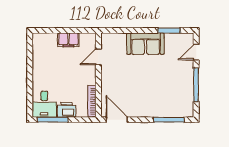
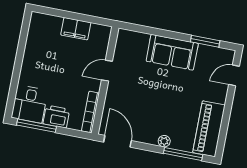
door: (98, 57) -> (107, 71), moved
window: (196, 85) -> (226, 117), removed
piano: (185, 97) -> (209, 129), added
plant: (152, 113) -> (164, 141), added

